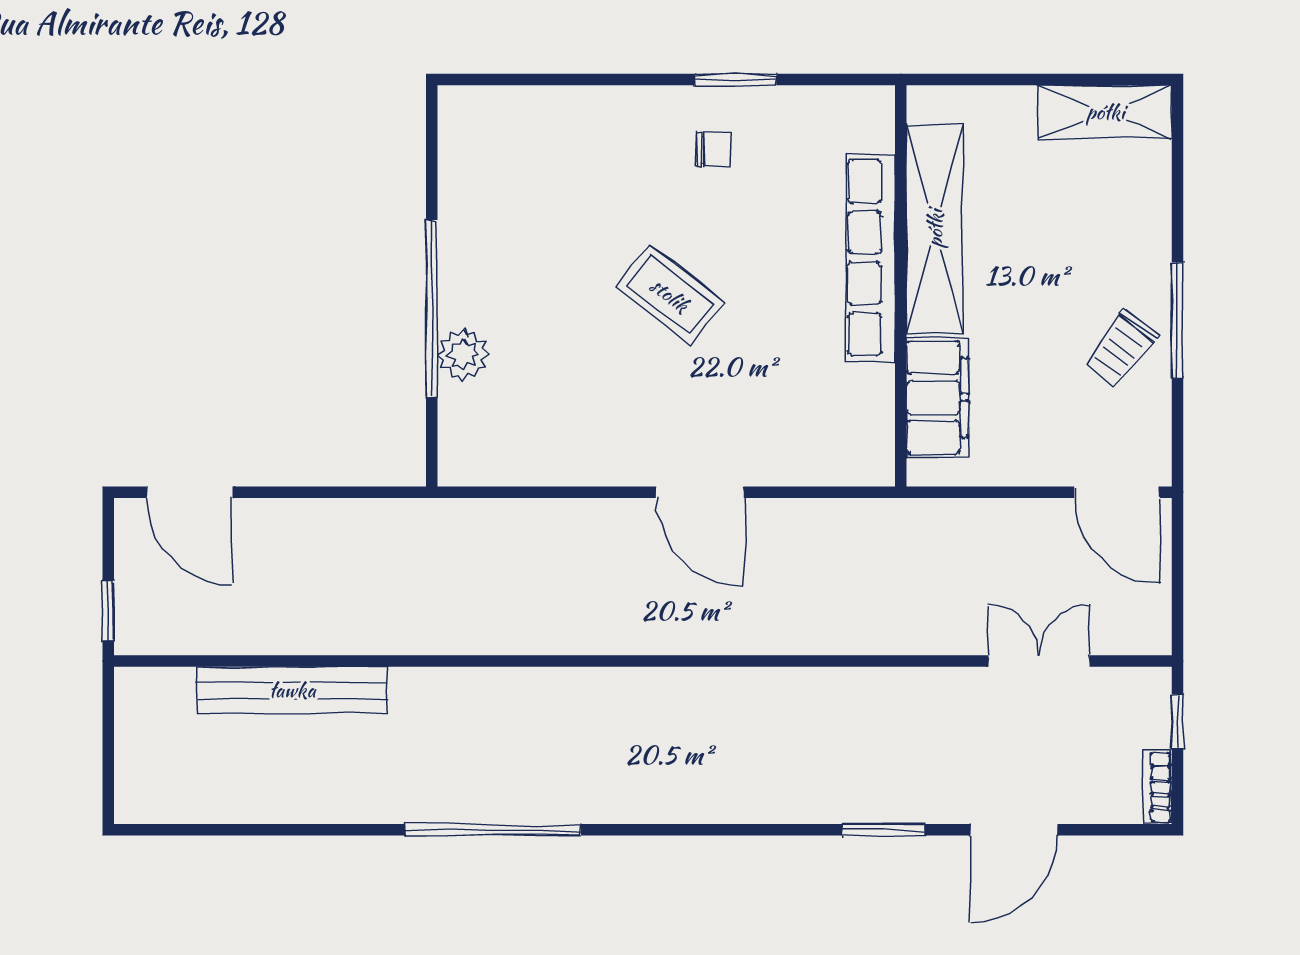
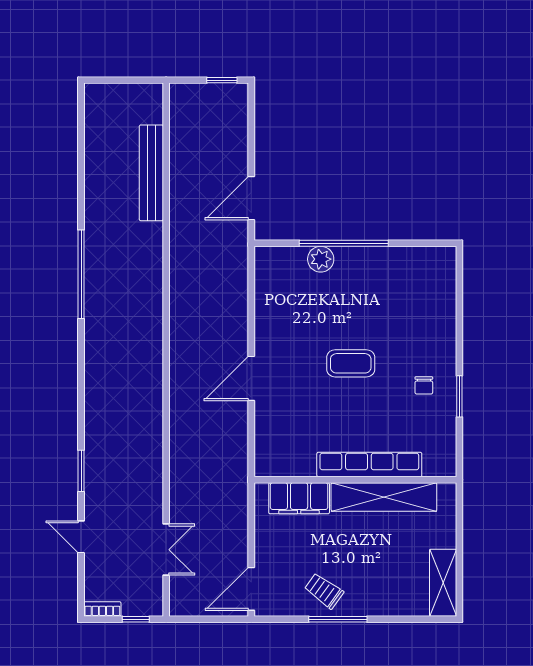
coffee table: (670, 295) -> (351, 363), turned 52
door: (189, 492) -> (251, 198), moved
window: (108, 611) -> (222, 80), moved
door: (1014, 830) -> (81, 537), width x0.73

